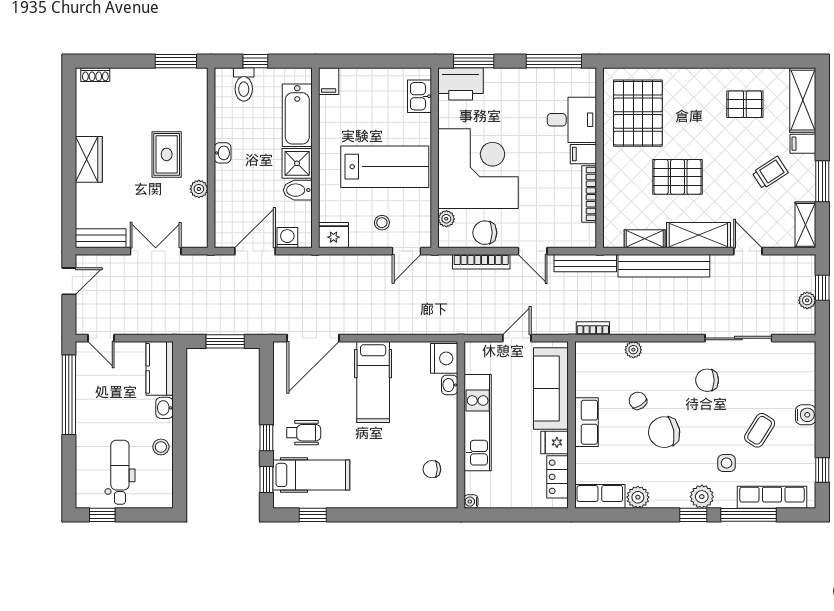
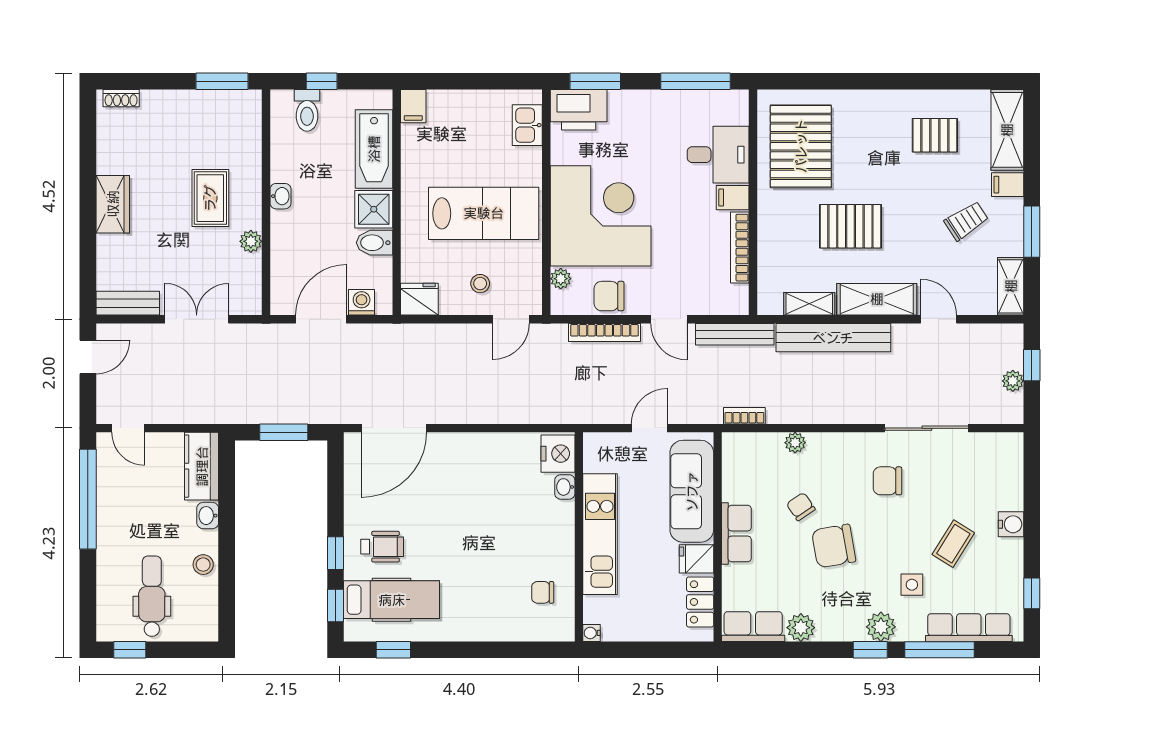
hospital bed: (373, 382) -> (469, 483), removed

